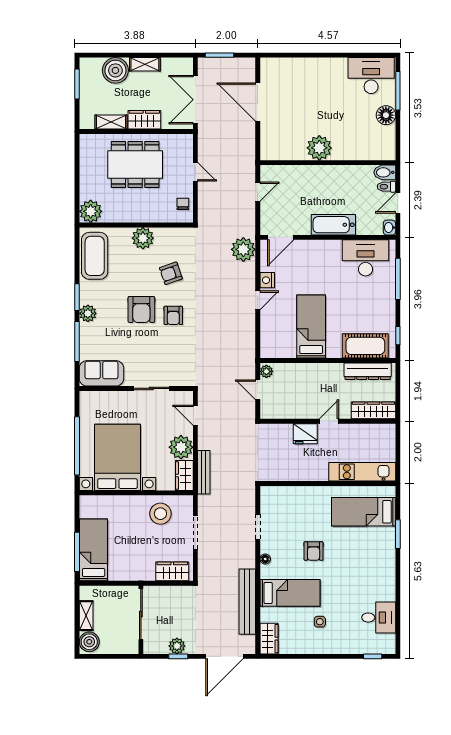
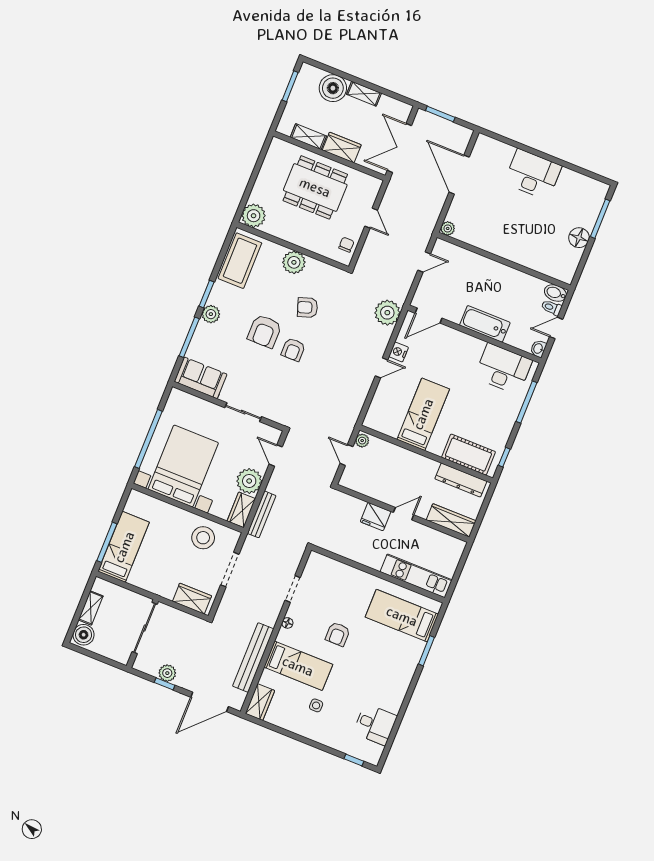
desk: (371, 76) -> (533, 174), moved
plant: (319, 148) -> (448, 228), moved, width x0.53, depth x0.53

